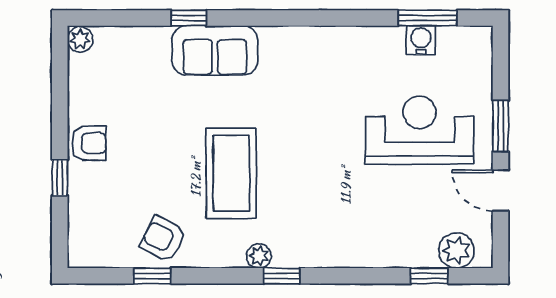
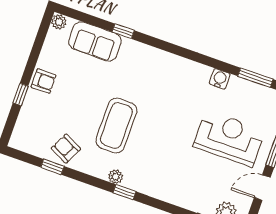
water cooler: (421, 40) -> (220, 79), moved
sofa: (215, 50) -> (95, 41), moved
door: (501, 190) -> (262, 188), hinge flipped

